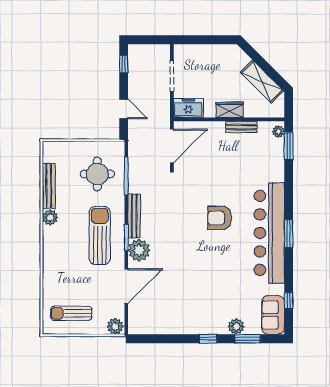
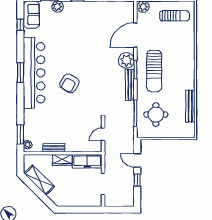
window: (124, 64) -> (137, 180), moved
freezer: (188, 108) -> (87, 161), width x1.40
door: (172, 146) -> (103, 134), width x0.53
plant: (50, 217) -> (189, 84), removed
armchair: (220, 218) -> (69, 83), turned 121

